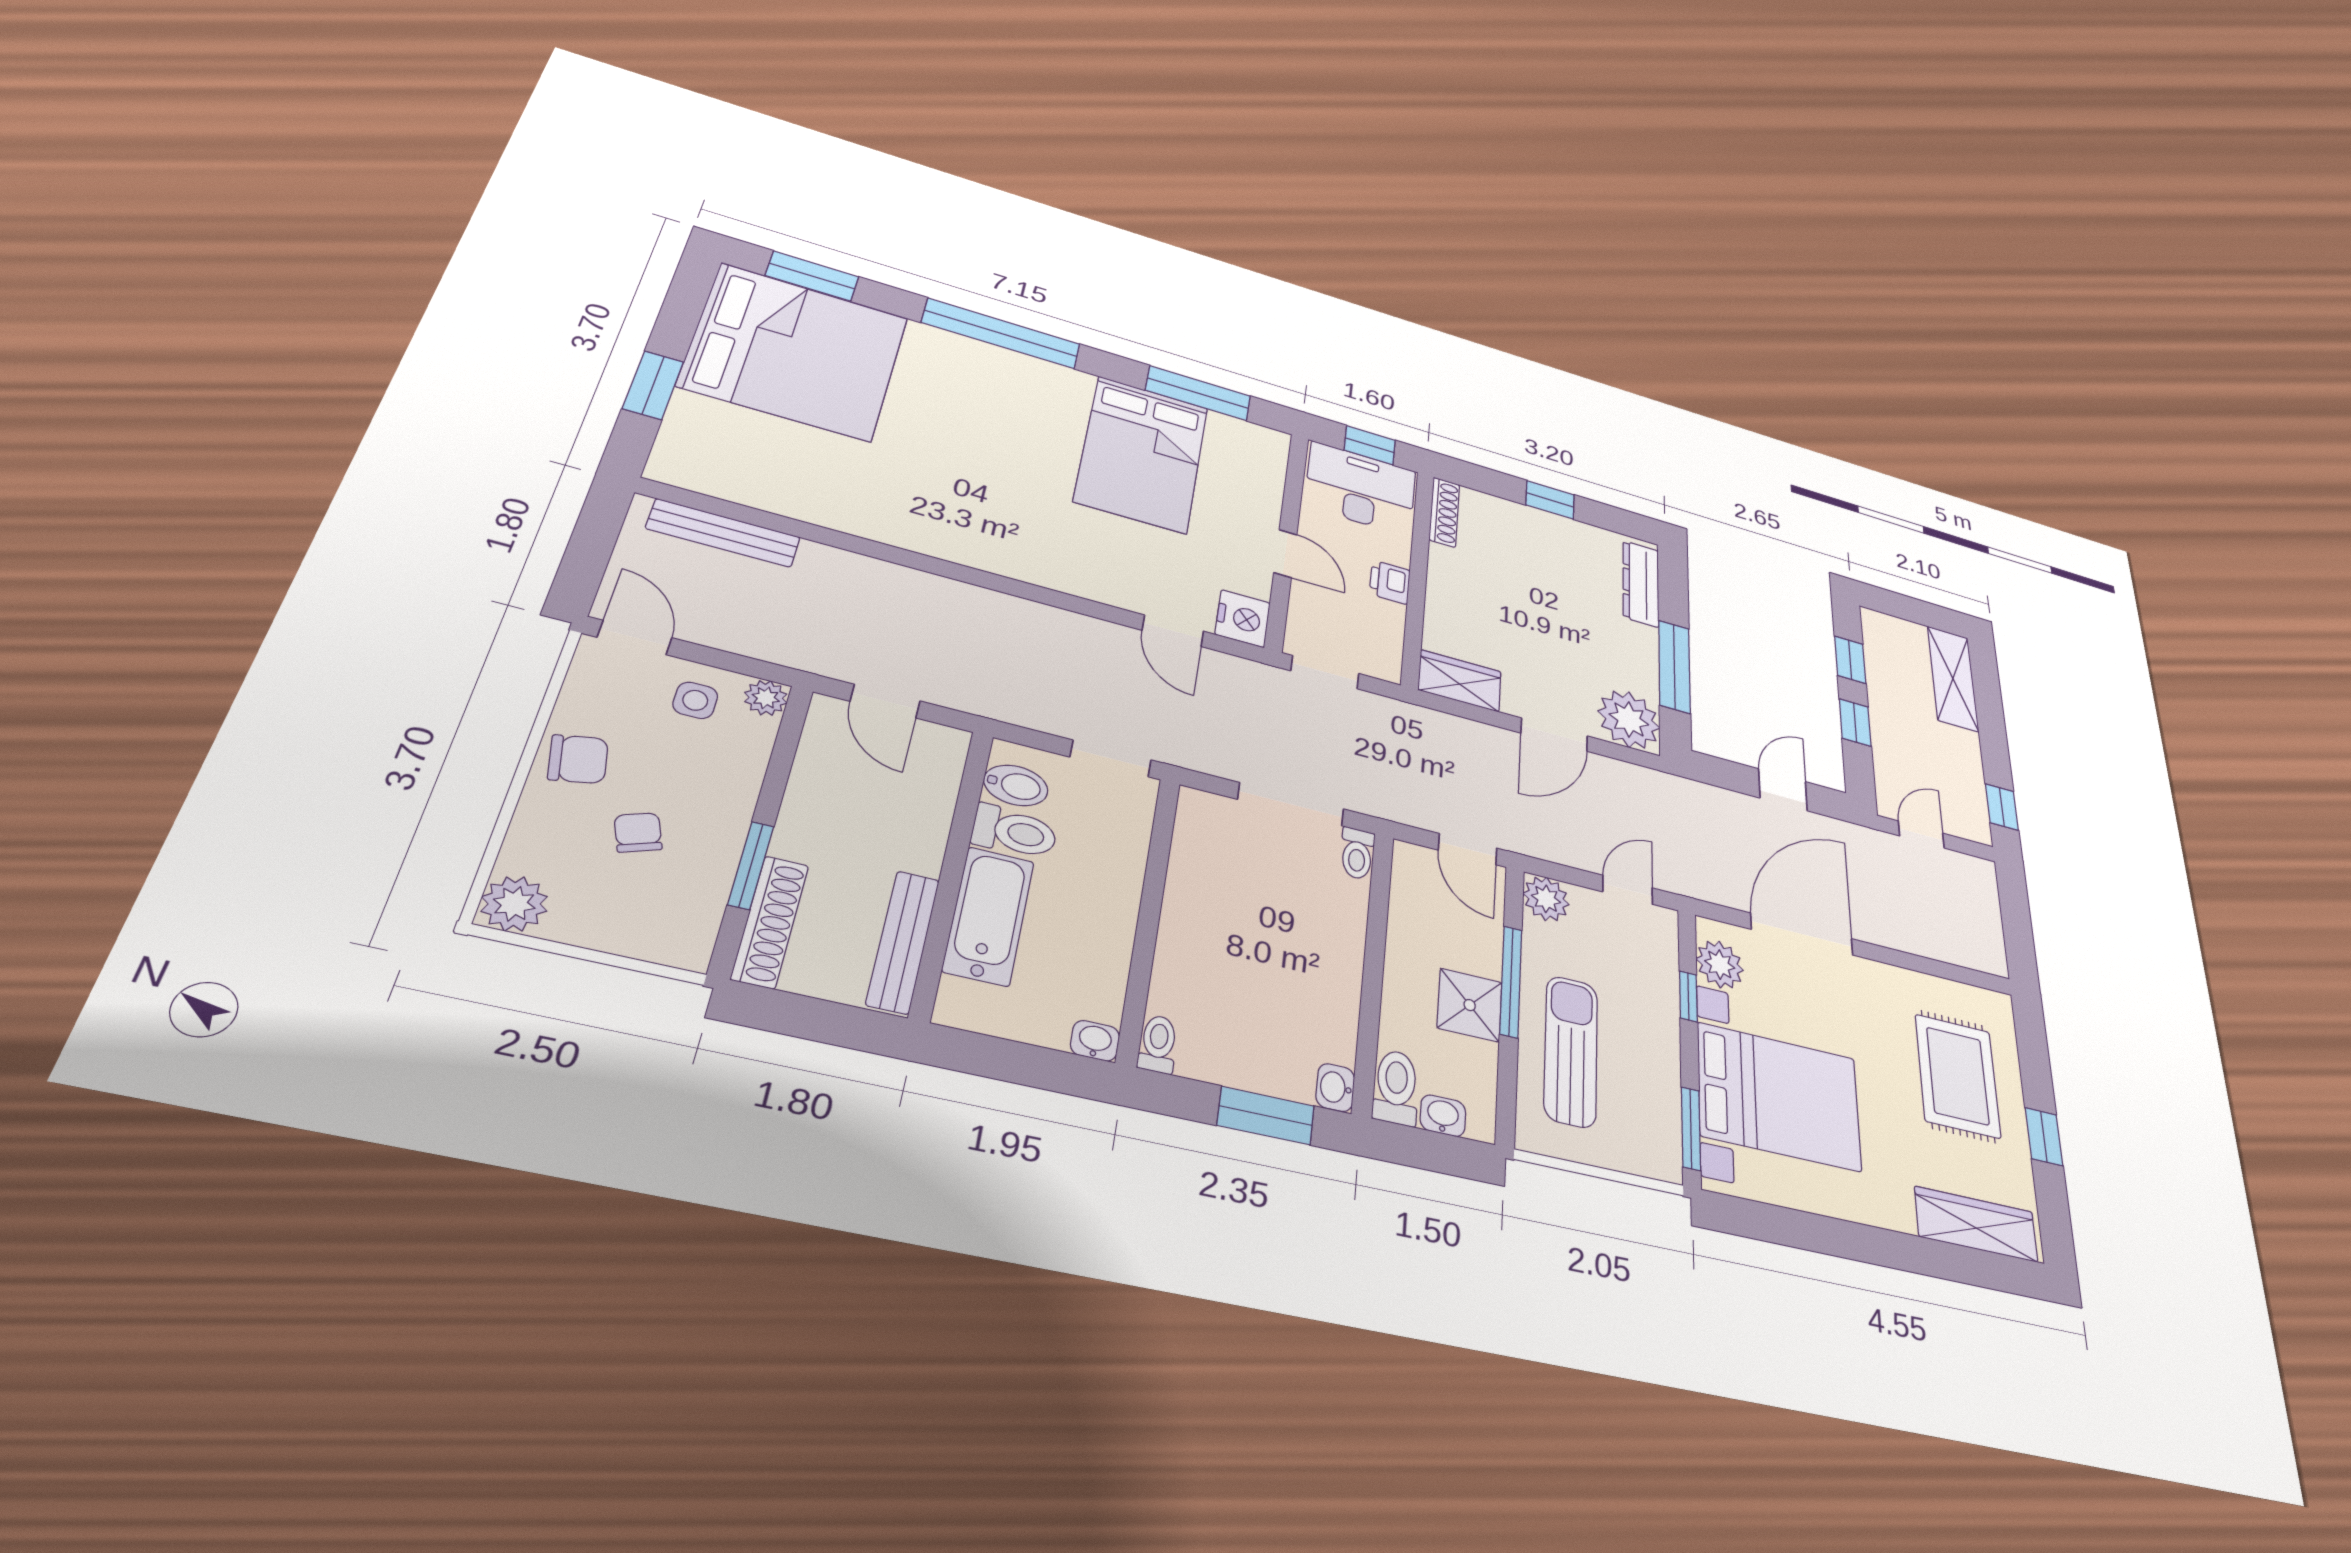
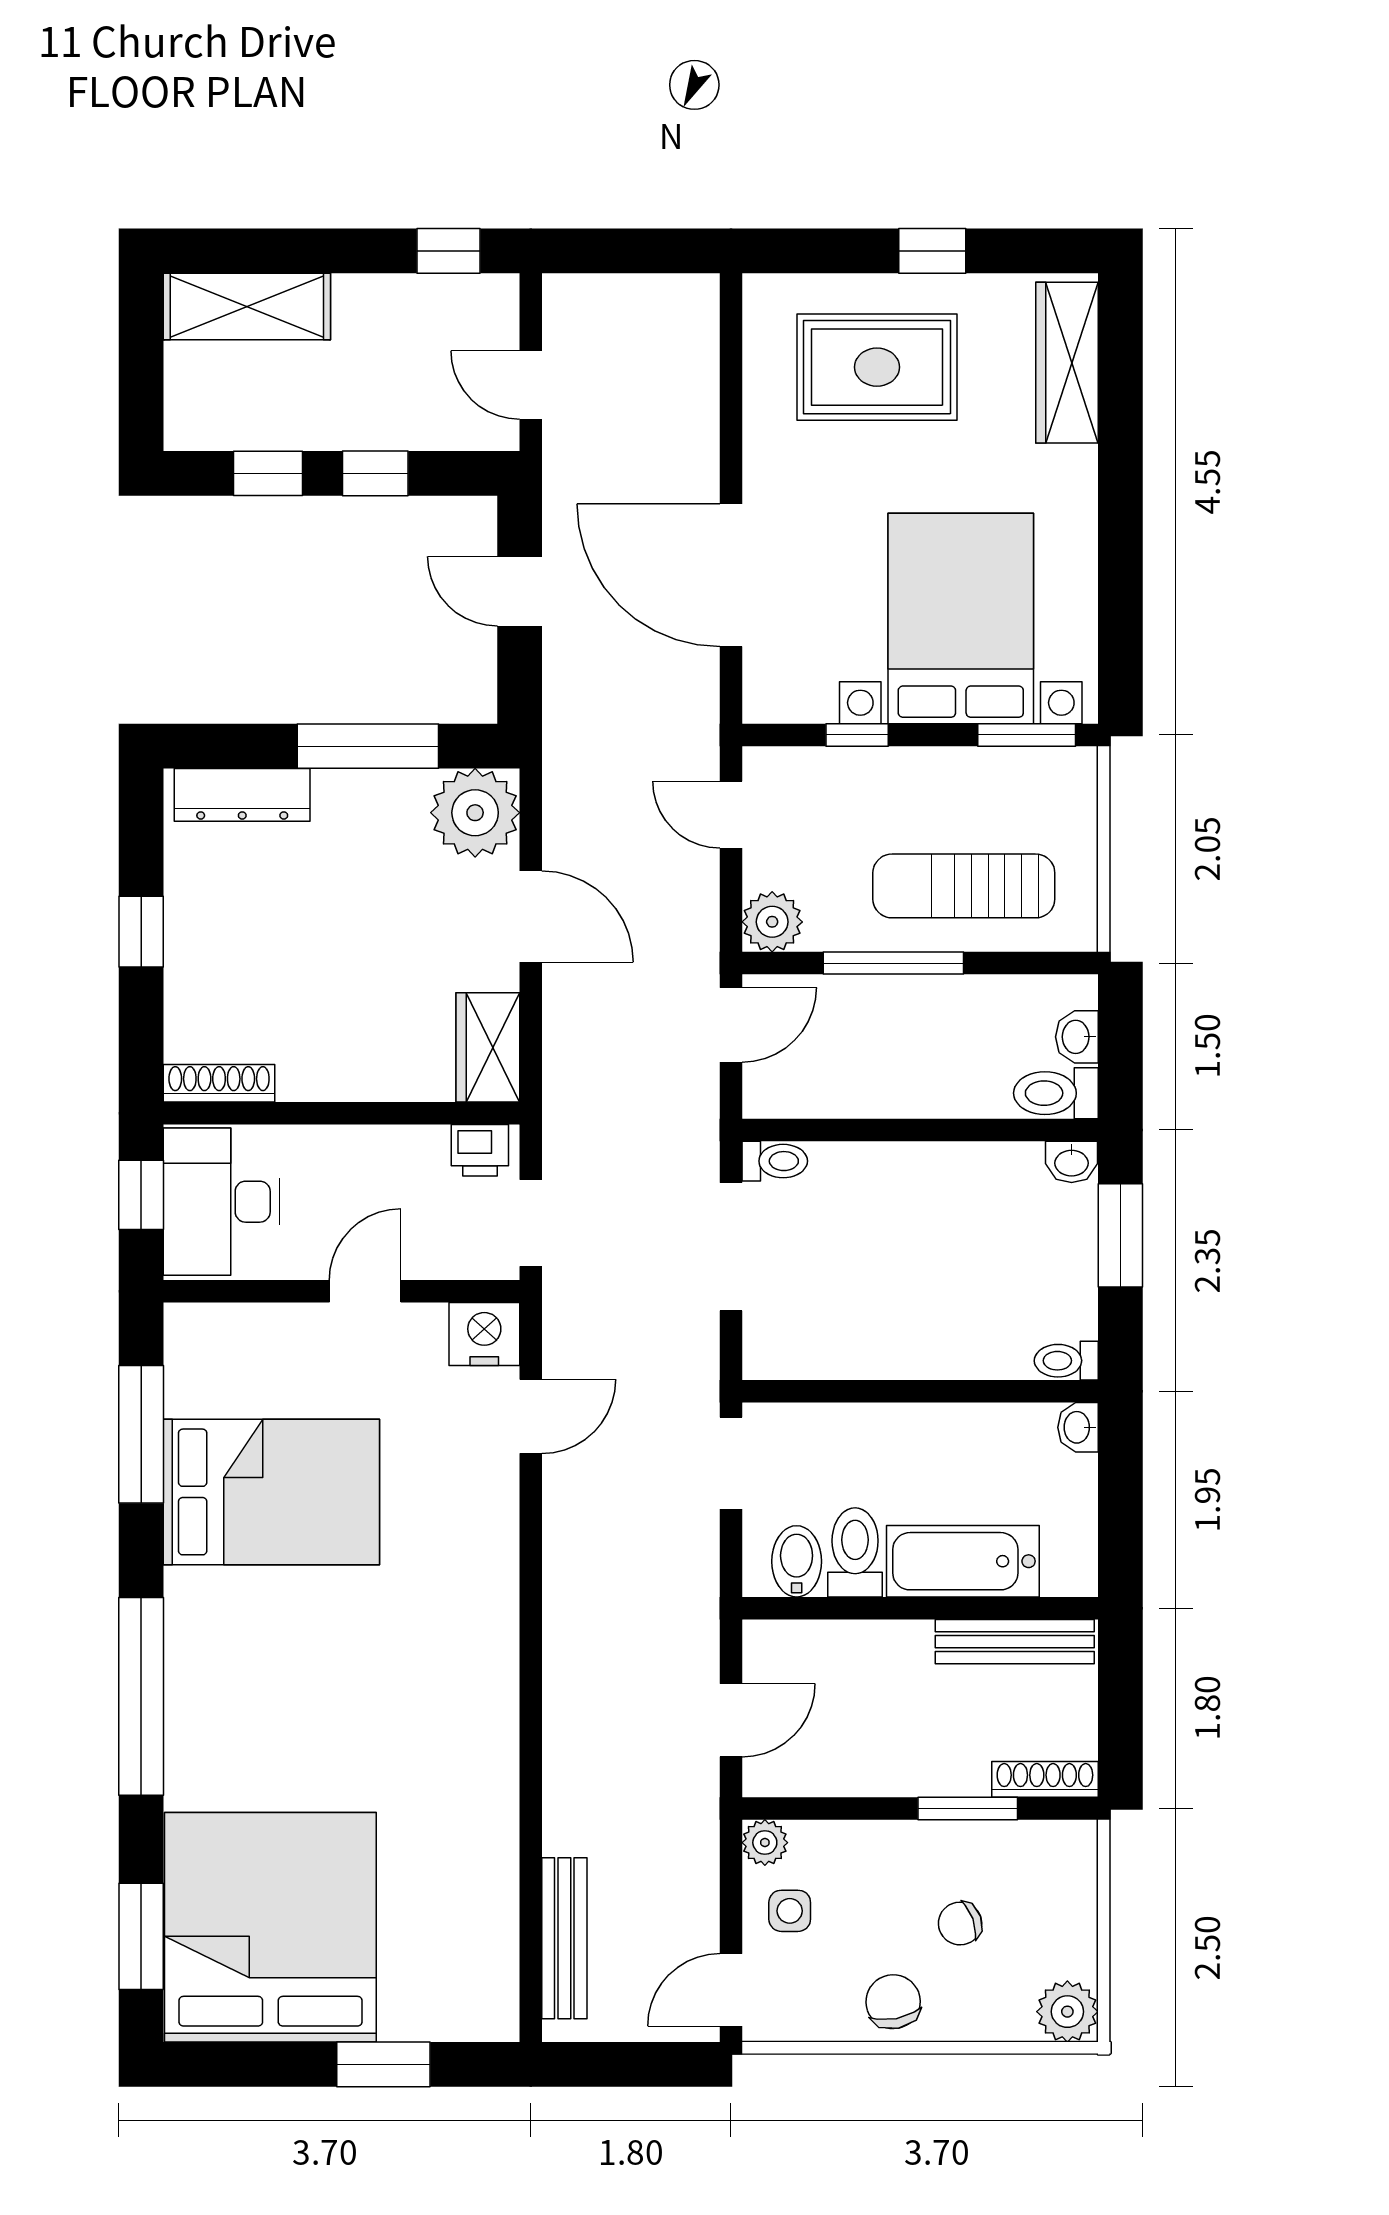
printer: (1390, 582) -> (480, 1150), moved
shoe rack: (770, 922) -> (1045, 1779), width x0.74, depth x0.81
plant: (1720, 964) -> (803, 692), removed
shower: (1470, 1005) -> (936, 1012), removed

